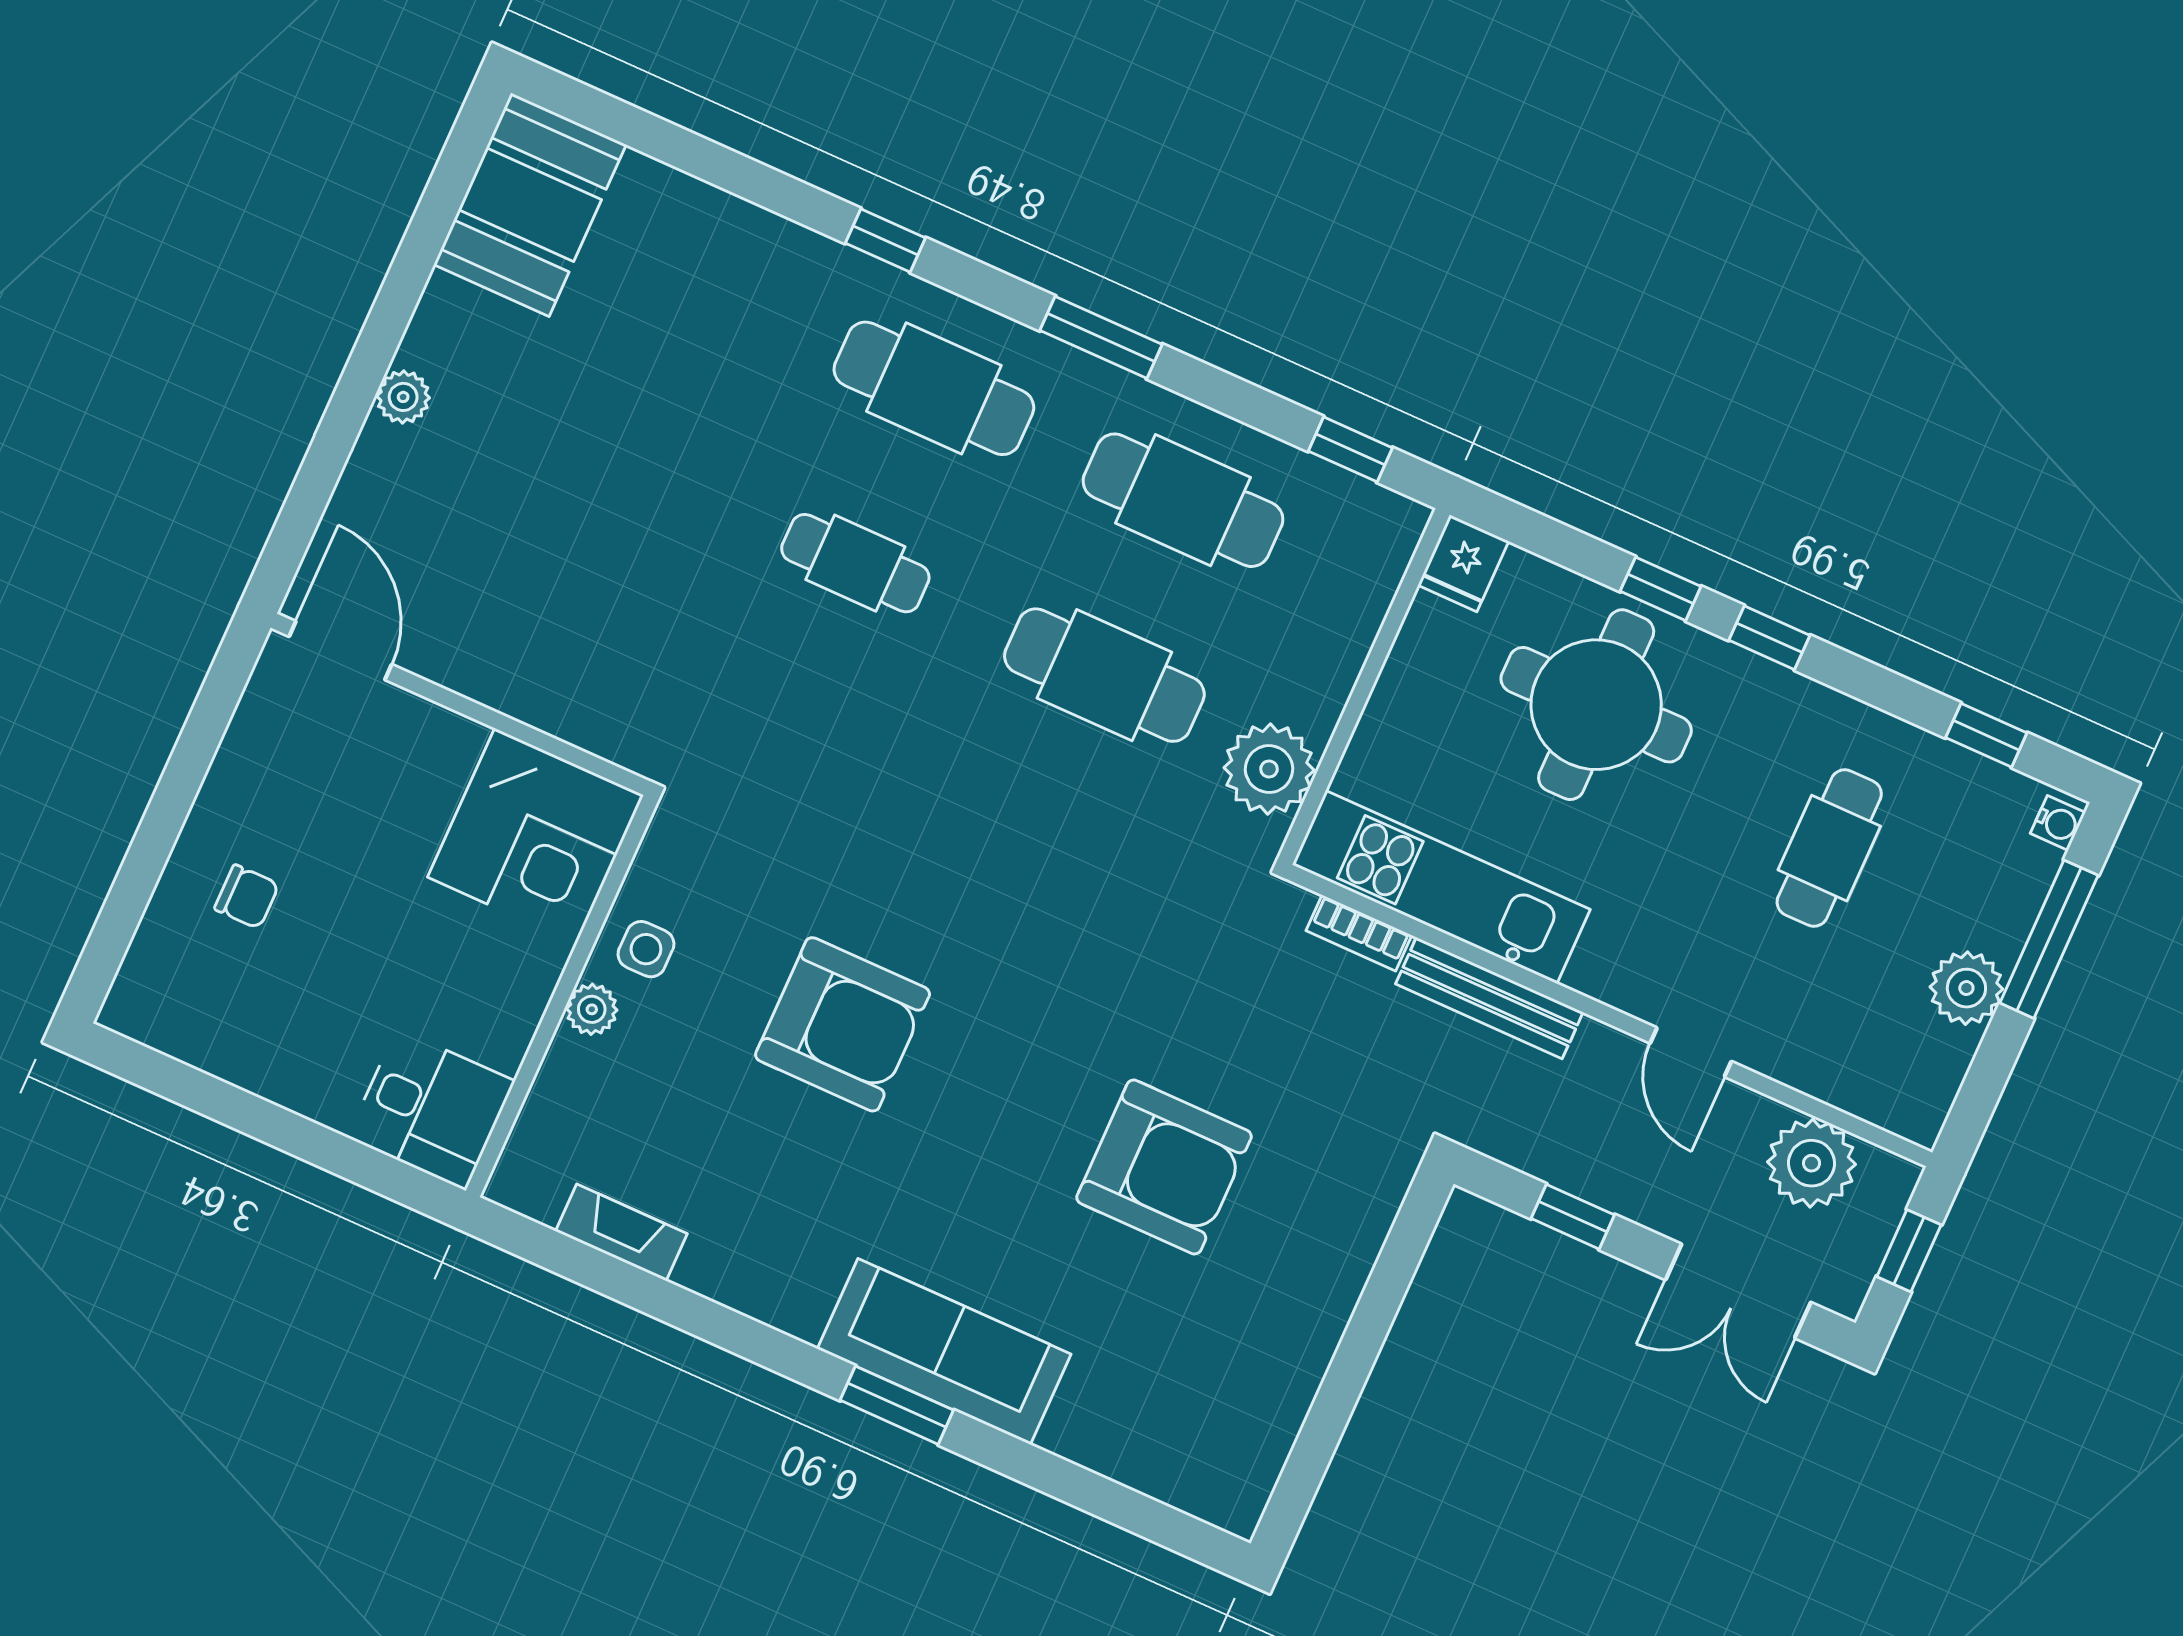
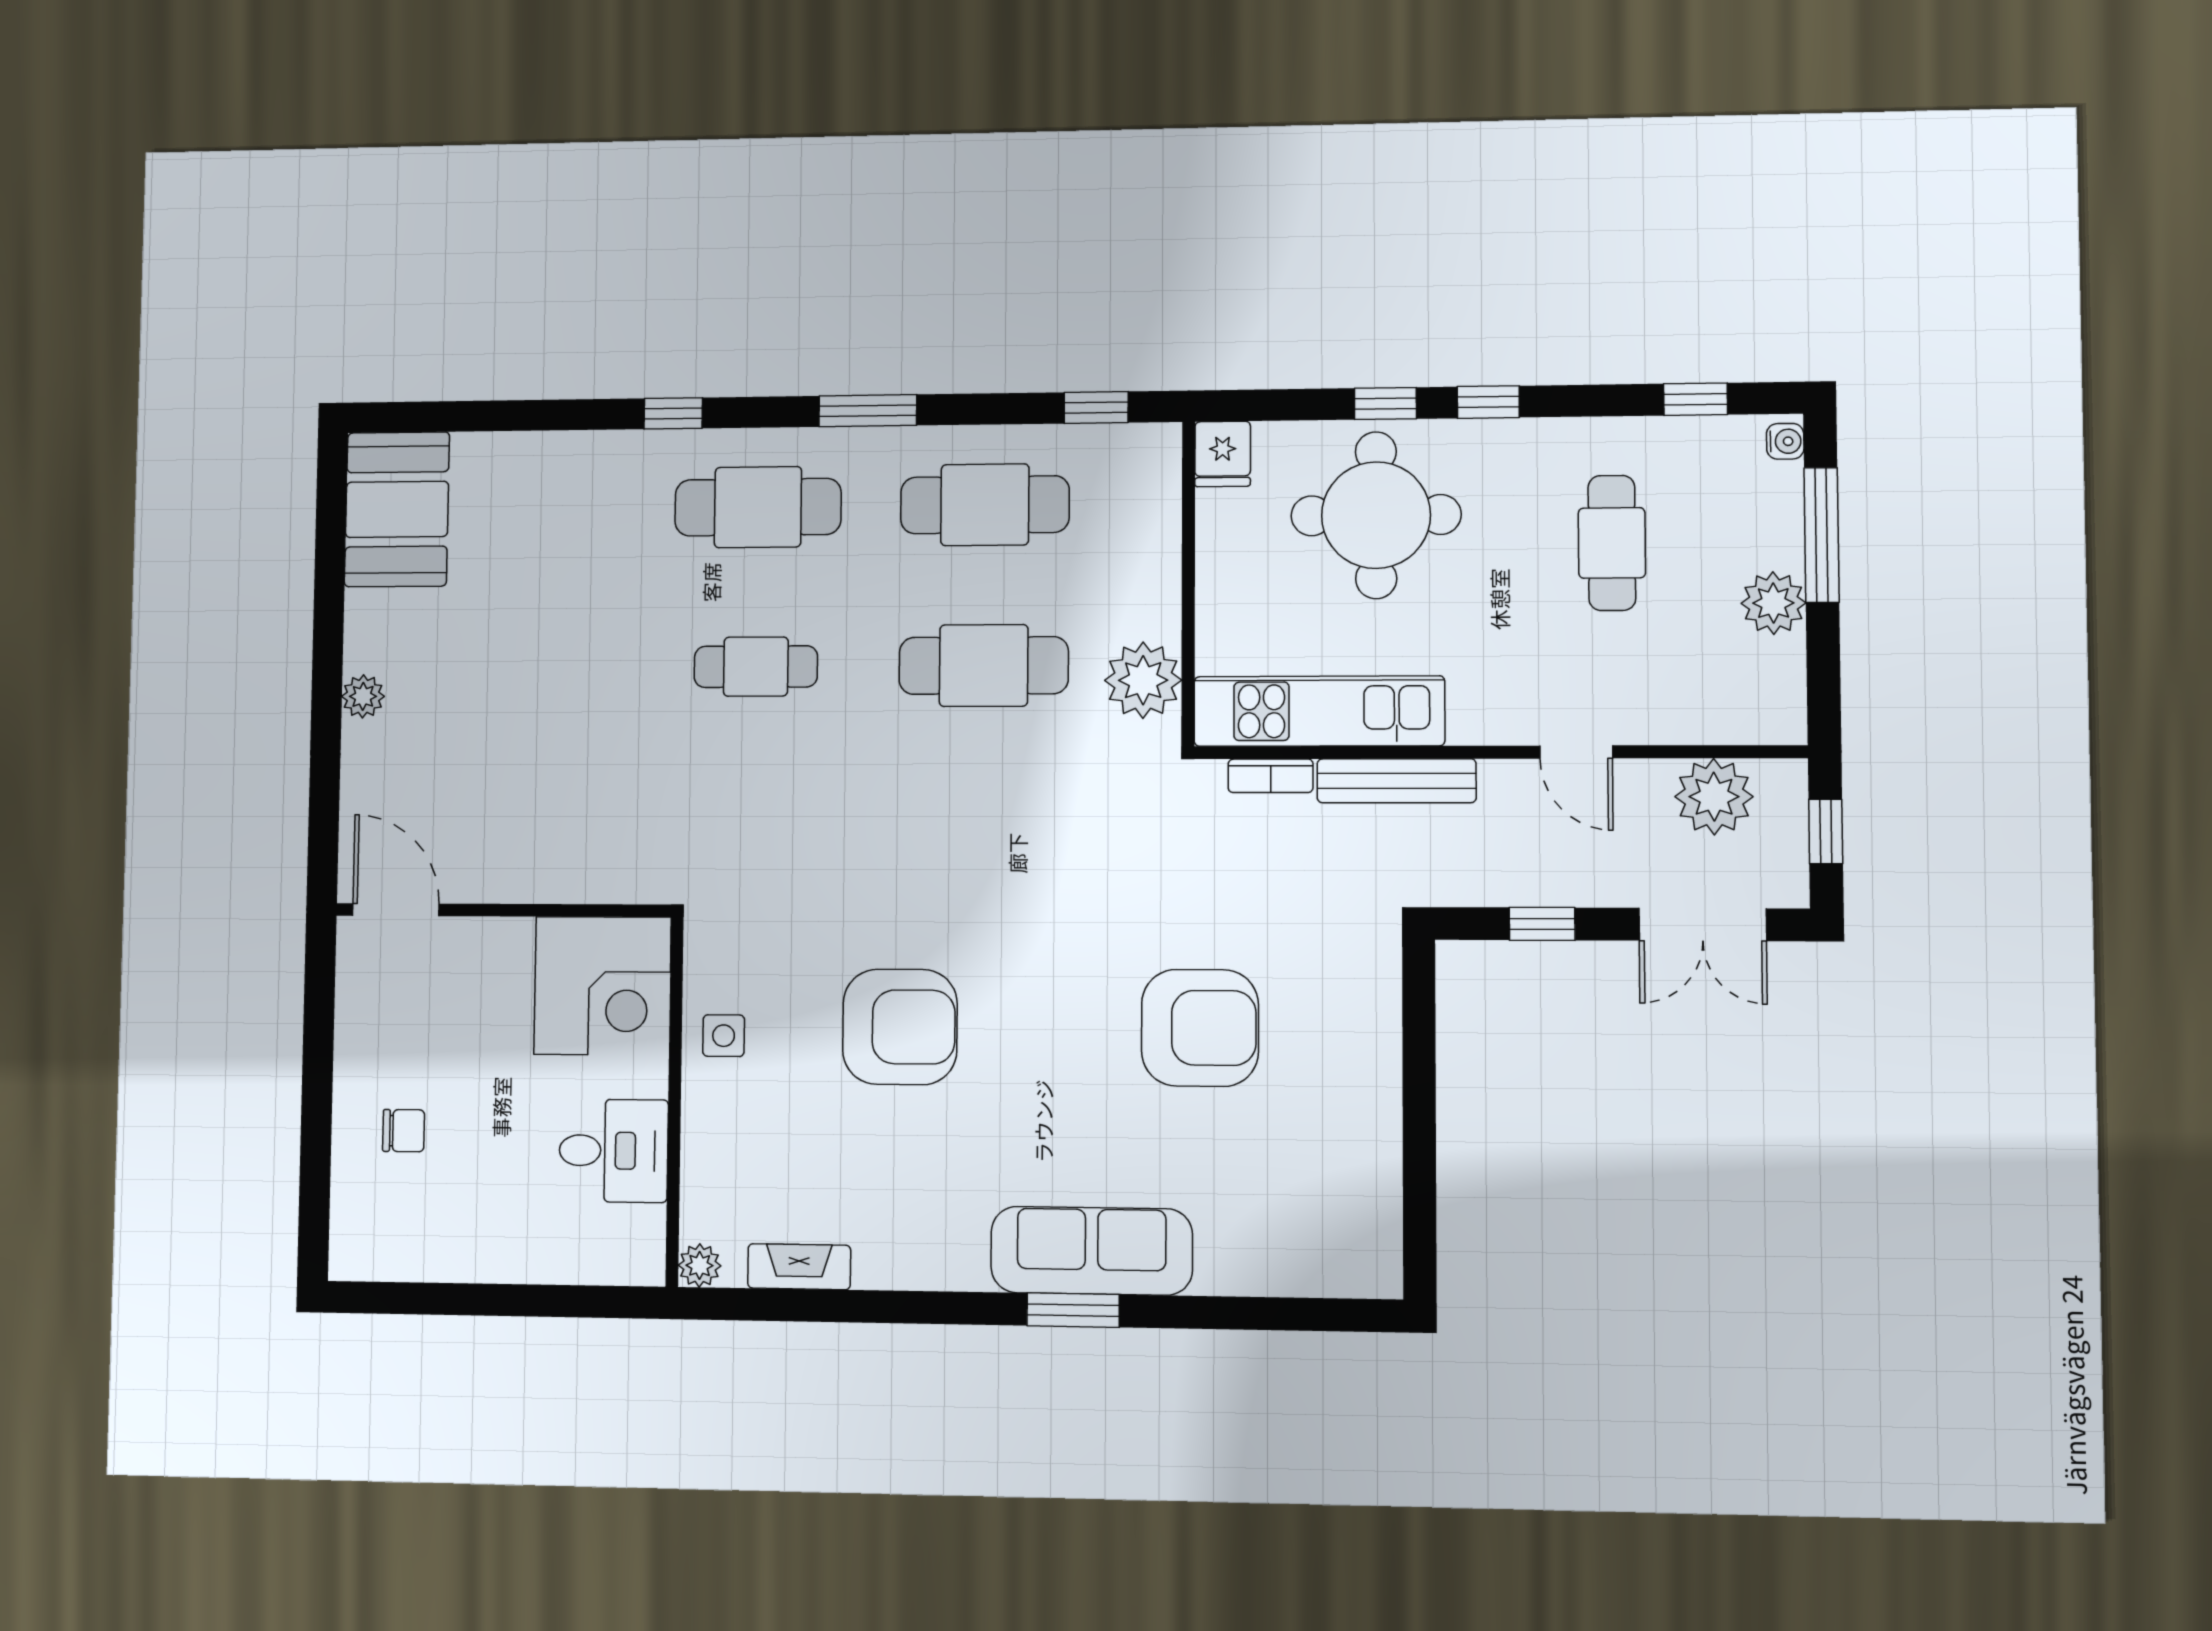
plant: (592, 1009) -> (700, 1265), moved
desk: (431, 1109) -> (613, 1151), moved

